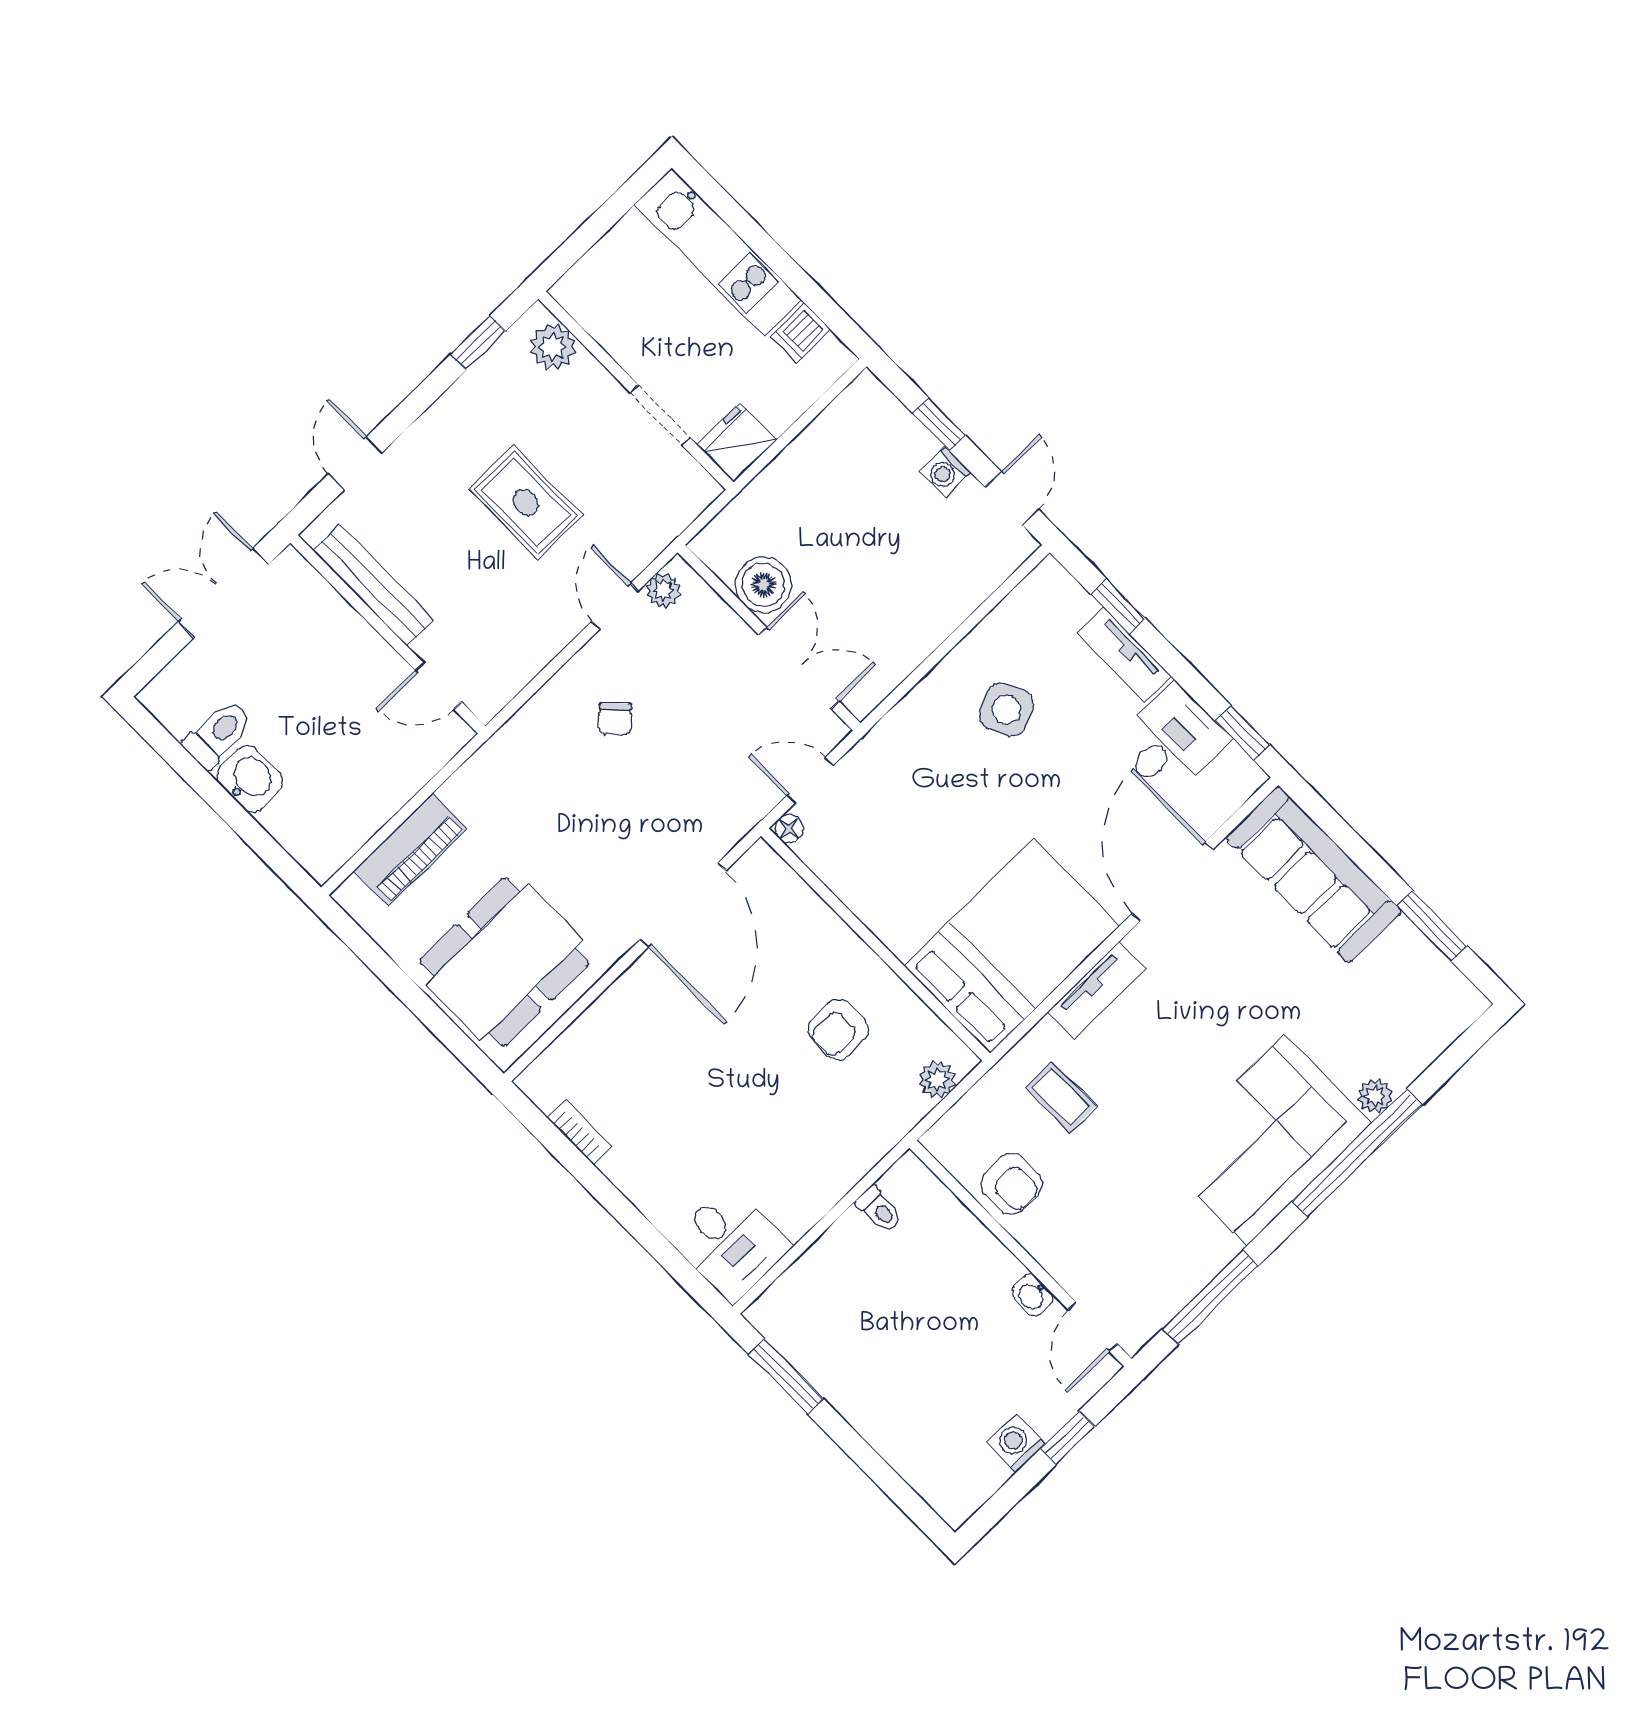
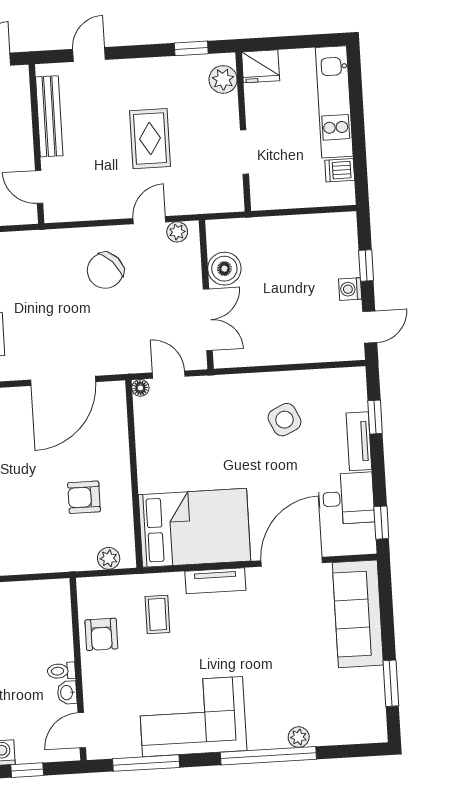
fridge: (737, 442) -> (261, 66), moved, turned 180
chair: (615, 719) -> (105, 271), width x1.87, depth x1.87
corner sofa: (1266, 1140) -> (193, 717), moved
toilet: (879, 1209) -> (61, 671), moved, turned 90

